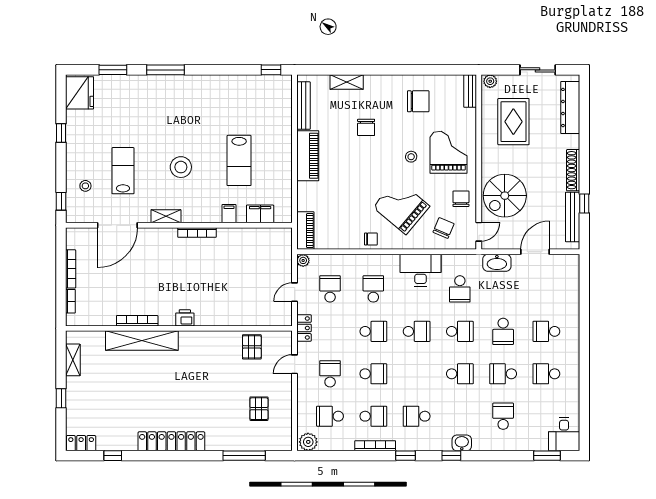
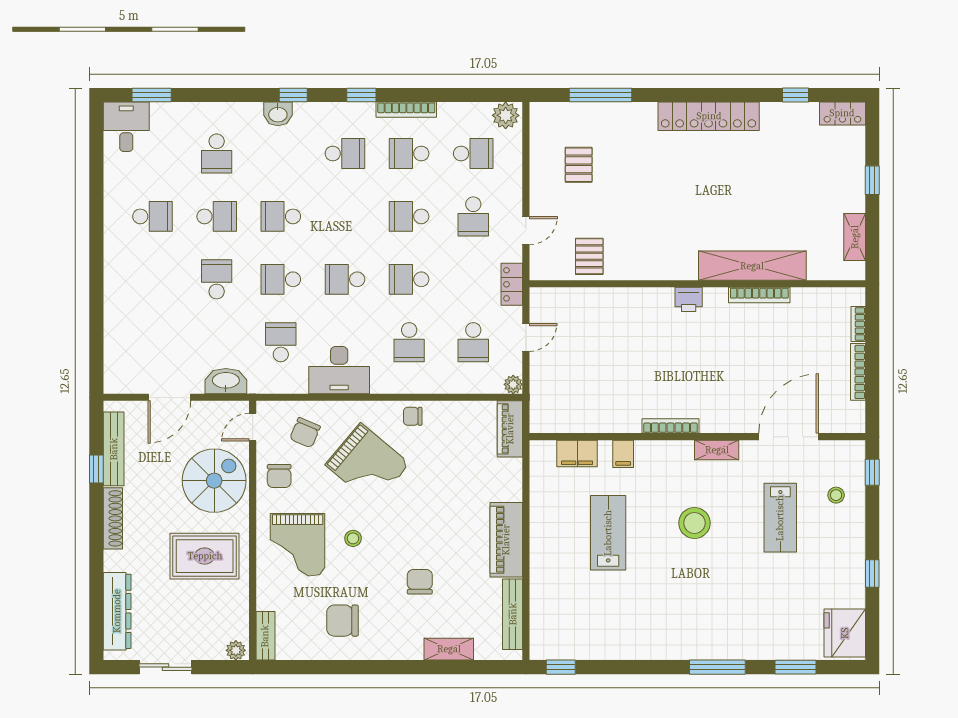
rug: (513, 122) -> (205, 556), moved, turned 90
school desk: (546, 331) -> (152, 279), removed

